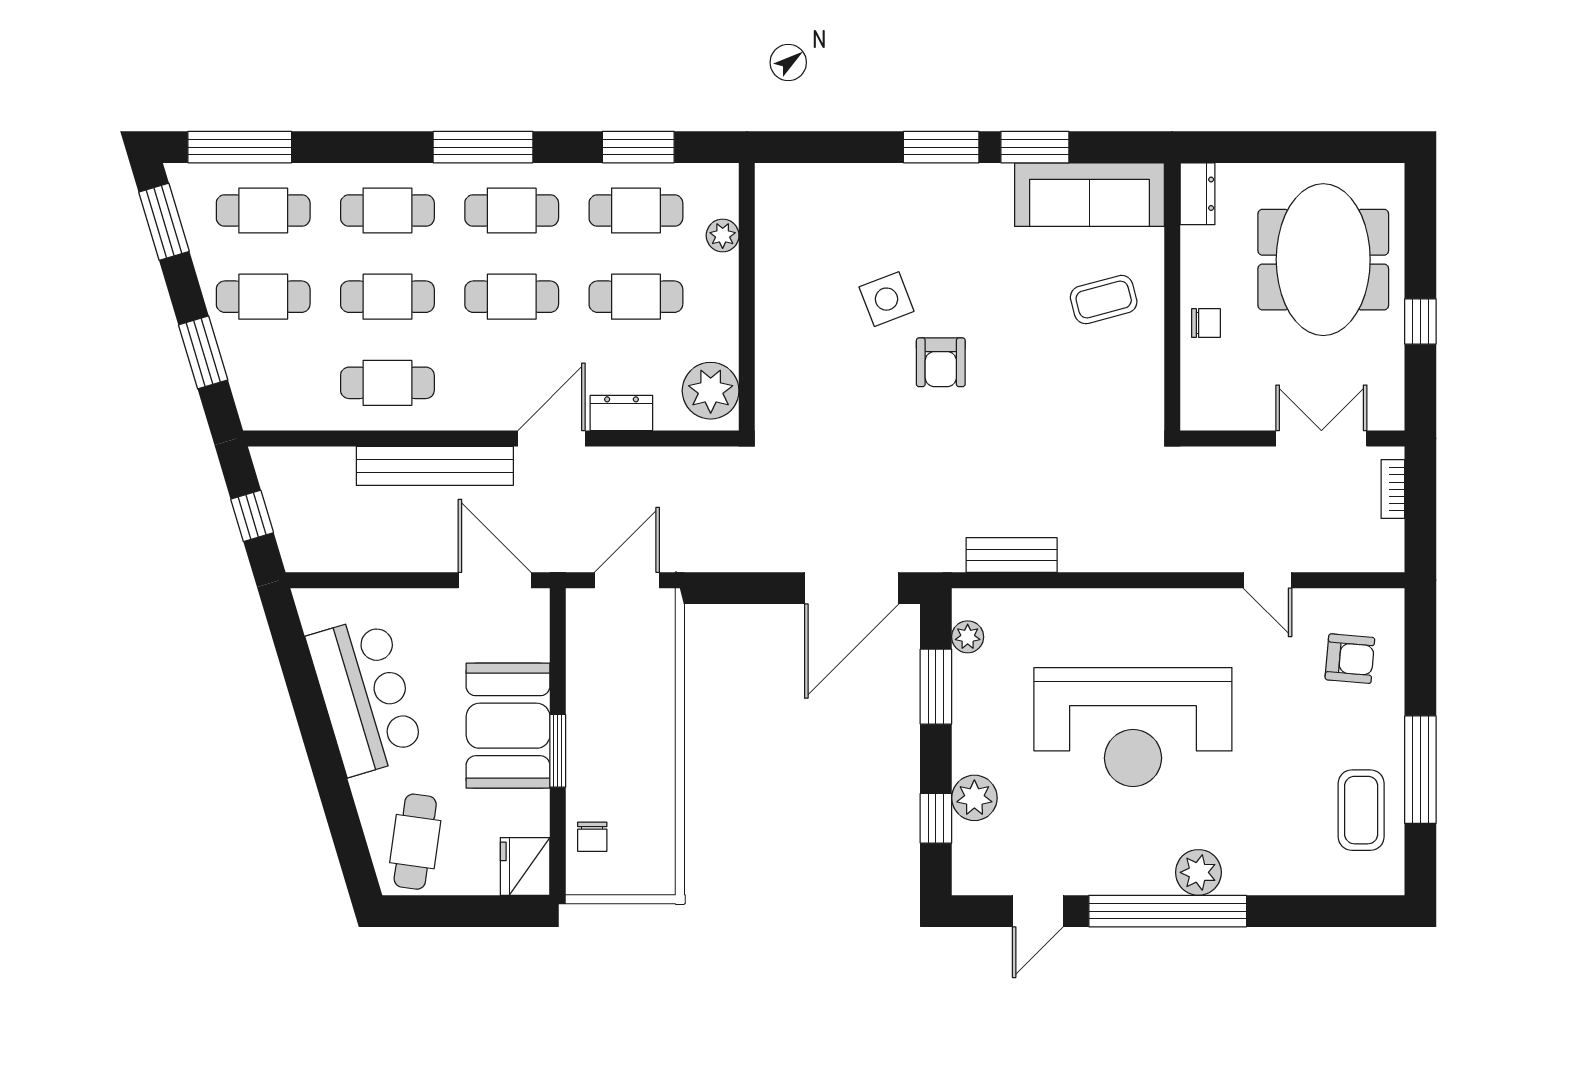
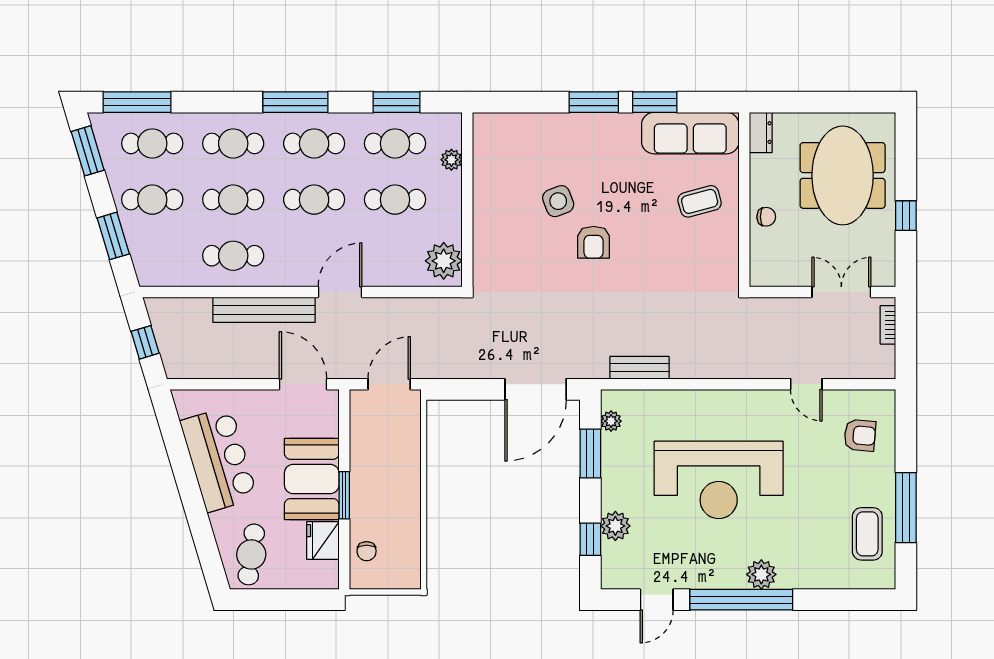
dresser: (621, 413) -> (386, 275), removed
fridge: (525, 866) -> (323, 540), moved

